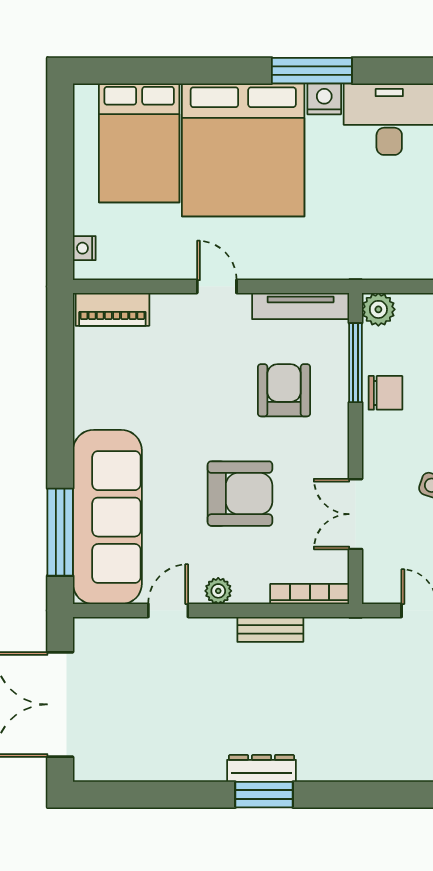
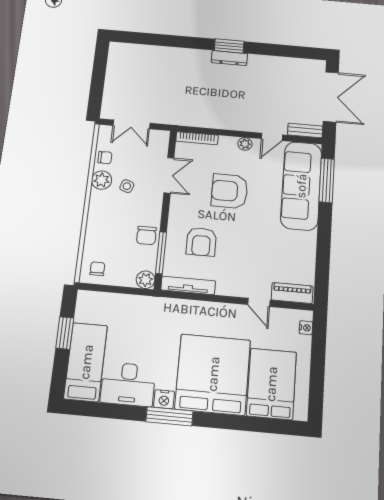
door: (217, 287) -> (259, 302), moved
chair: (385, 393) -> (146, 235), turned -90
bench: (270, 629) -> (305, 131), moved

